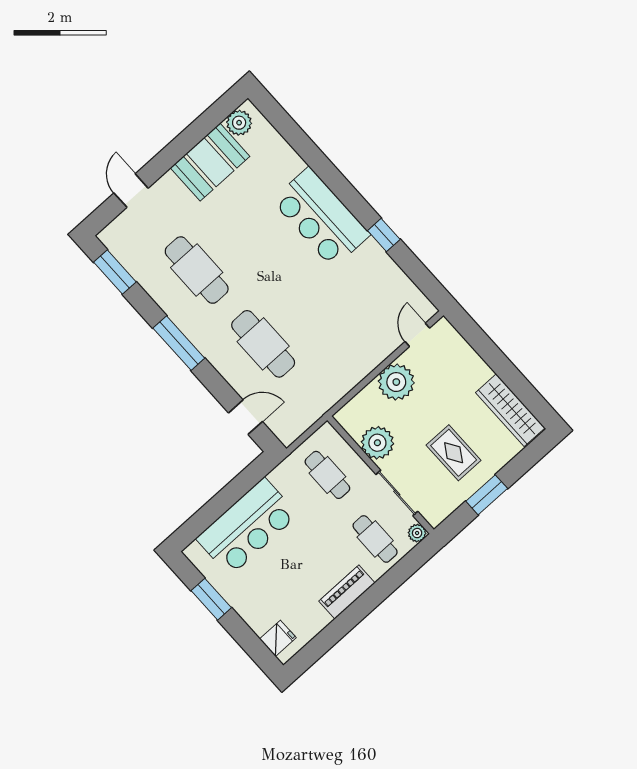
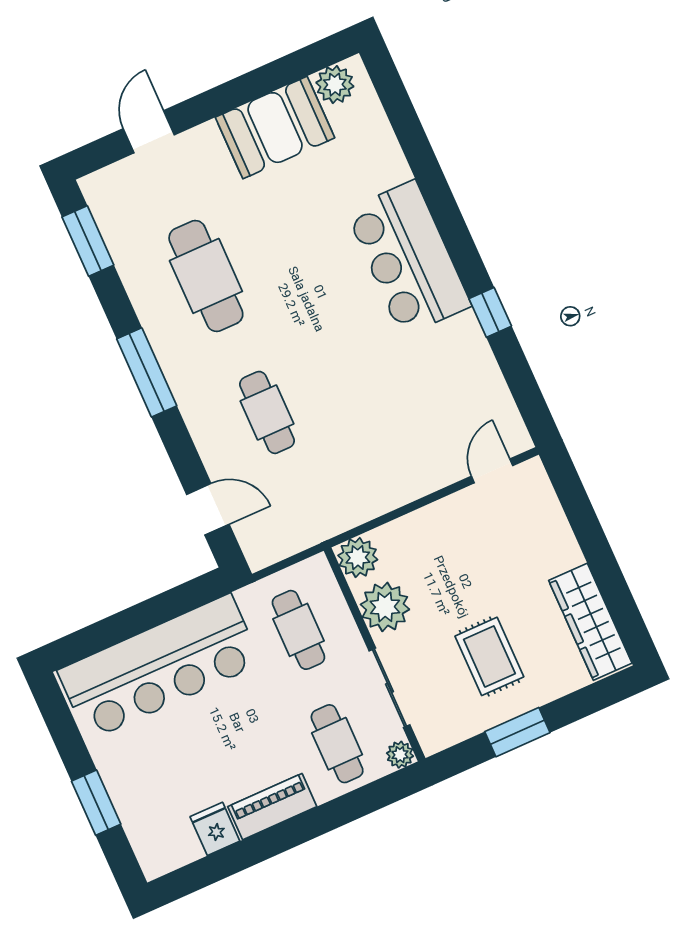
cafe table: (263, 344) -> (267, 412), width x0.73, depth x0.74
plant: (396, 382) -> (358, 558), moved, width x0.73, depth x0.73
bar counter: (247, 527) -> (159, 667), width x1.36
window: (211, 599) -> (96, 803), moved
fridge: (278, 638) -> (215, 829), moved, turned -90

